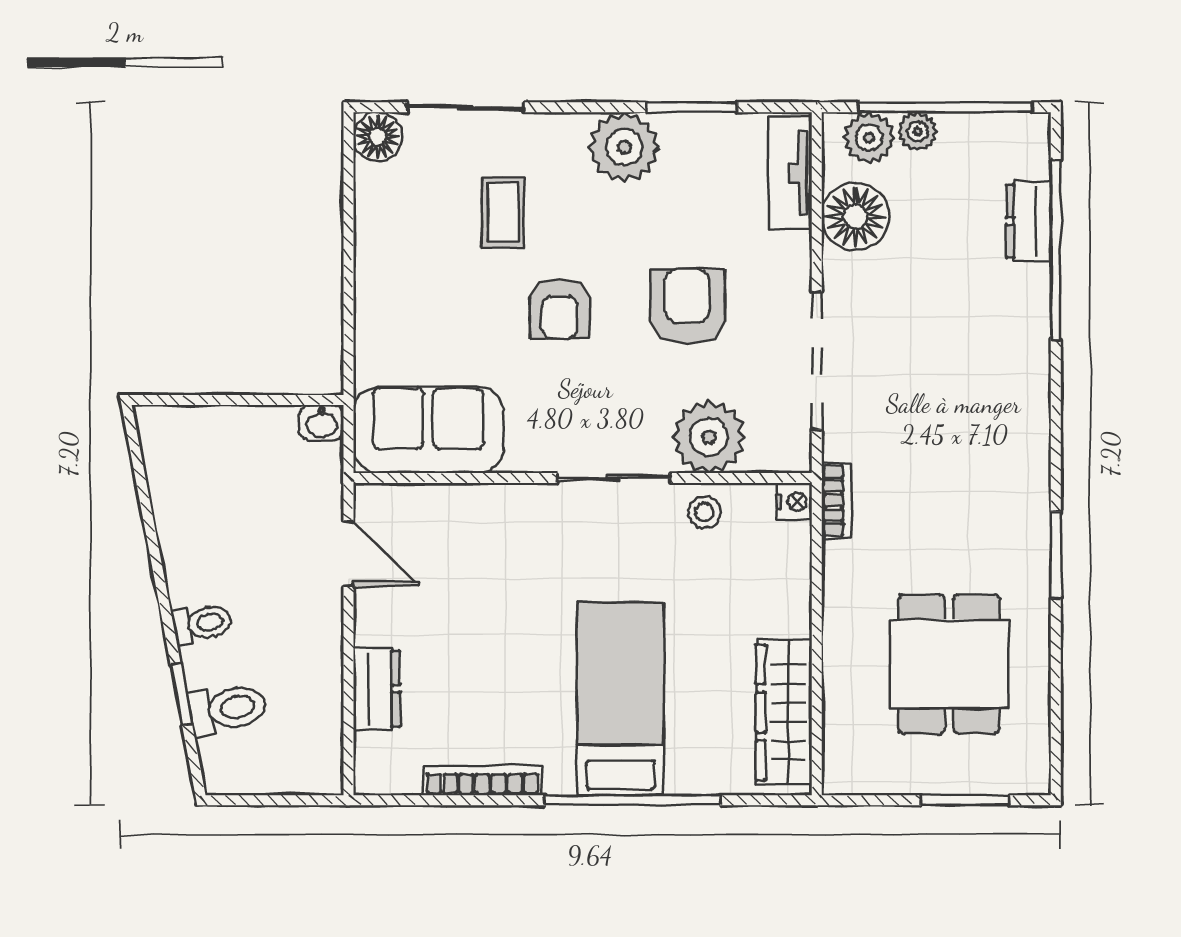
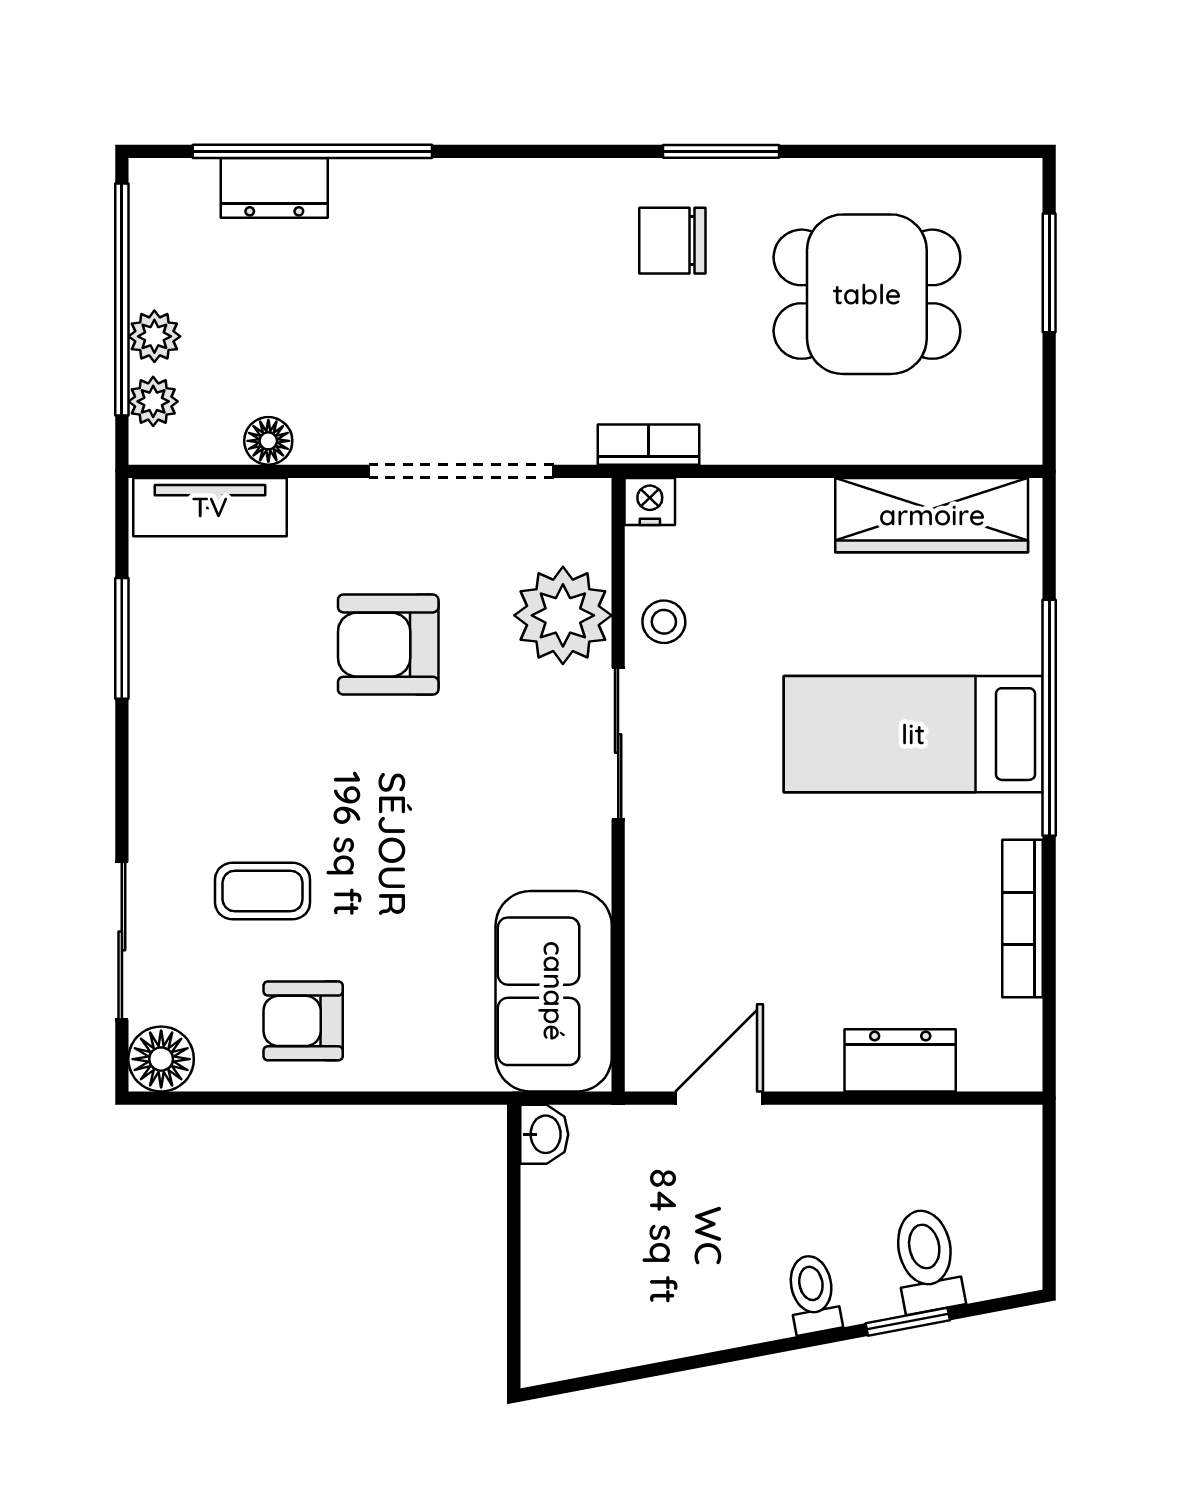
plant: (869, 138) -> (153, 401), width x0.73, depth x0.73
plant: (624, 147) -> (175, 729), removed
floor lamp: (855, 217) -> (268, 441), width x0.53, depth x0.53
armchair: (560, 309) -> (303, 1021), moved, turned 180
chair: (989, 519) -> (672, 241), added

